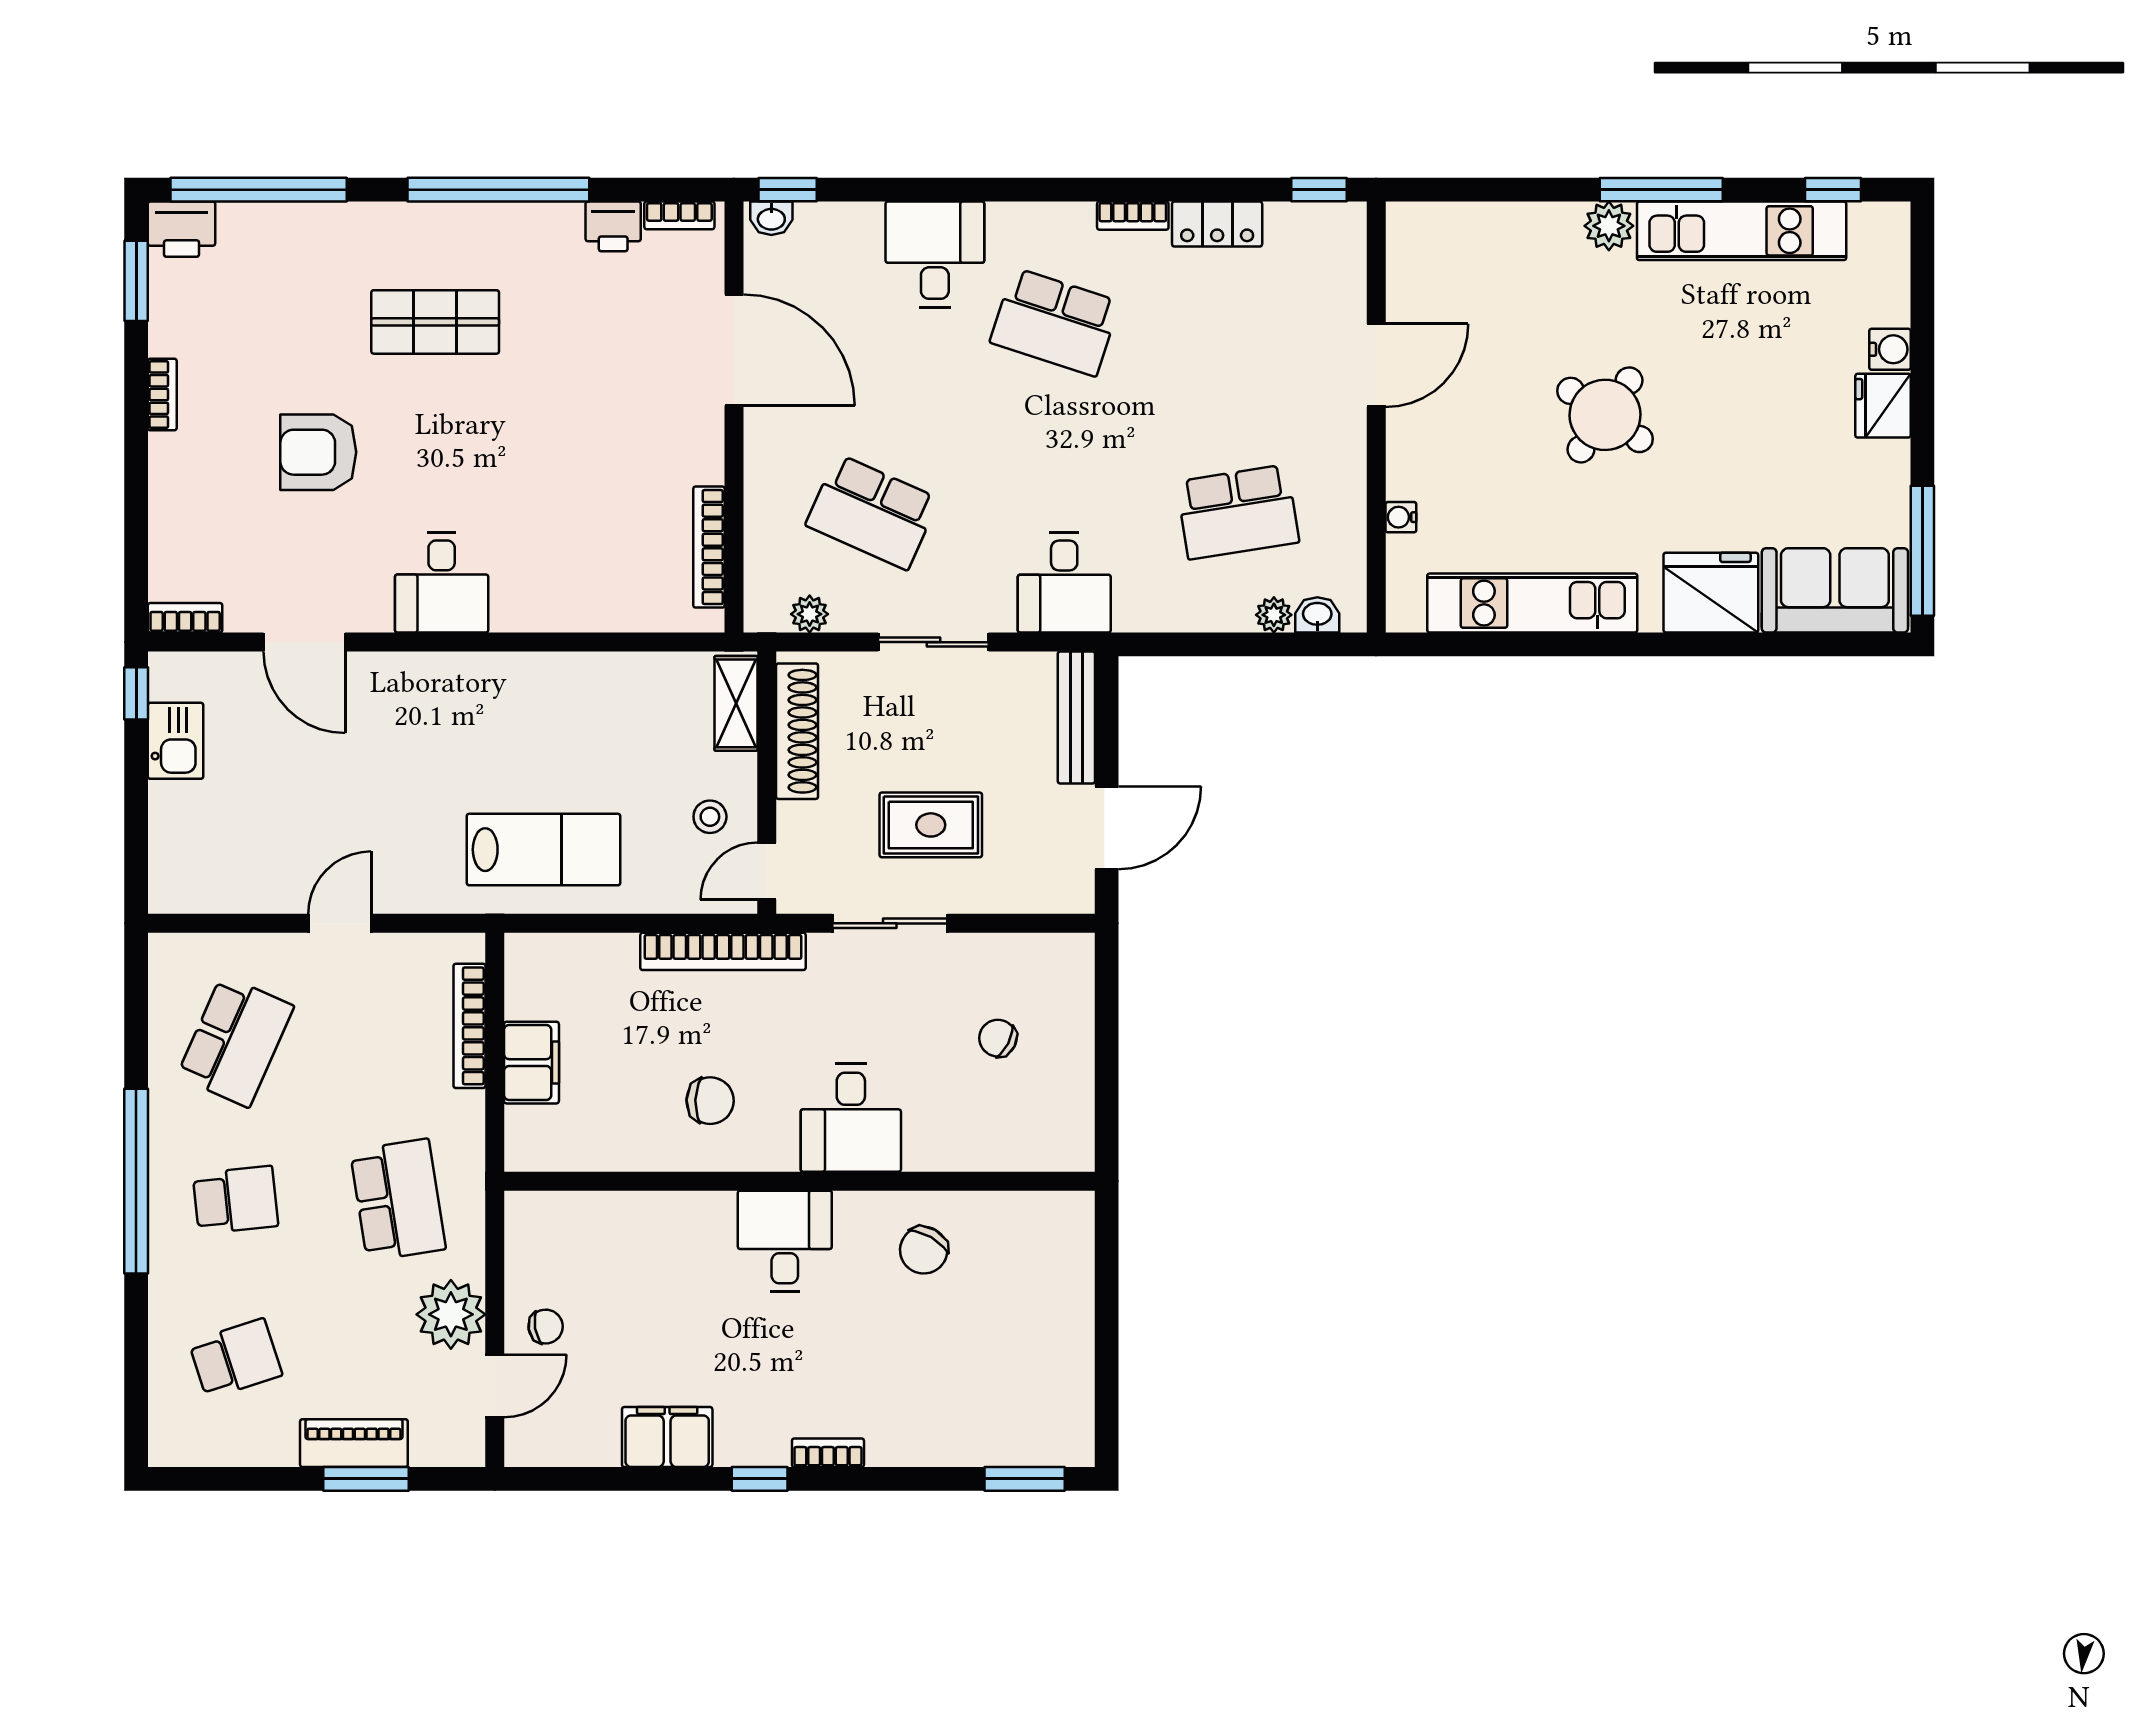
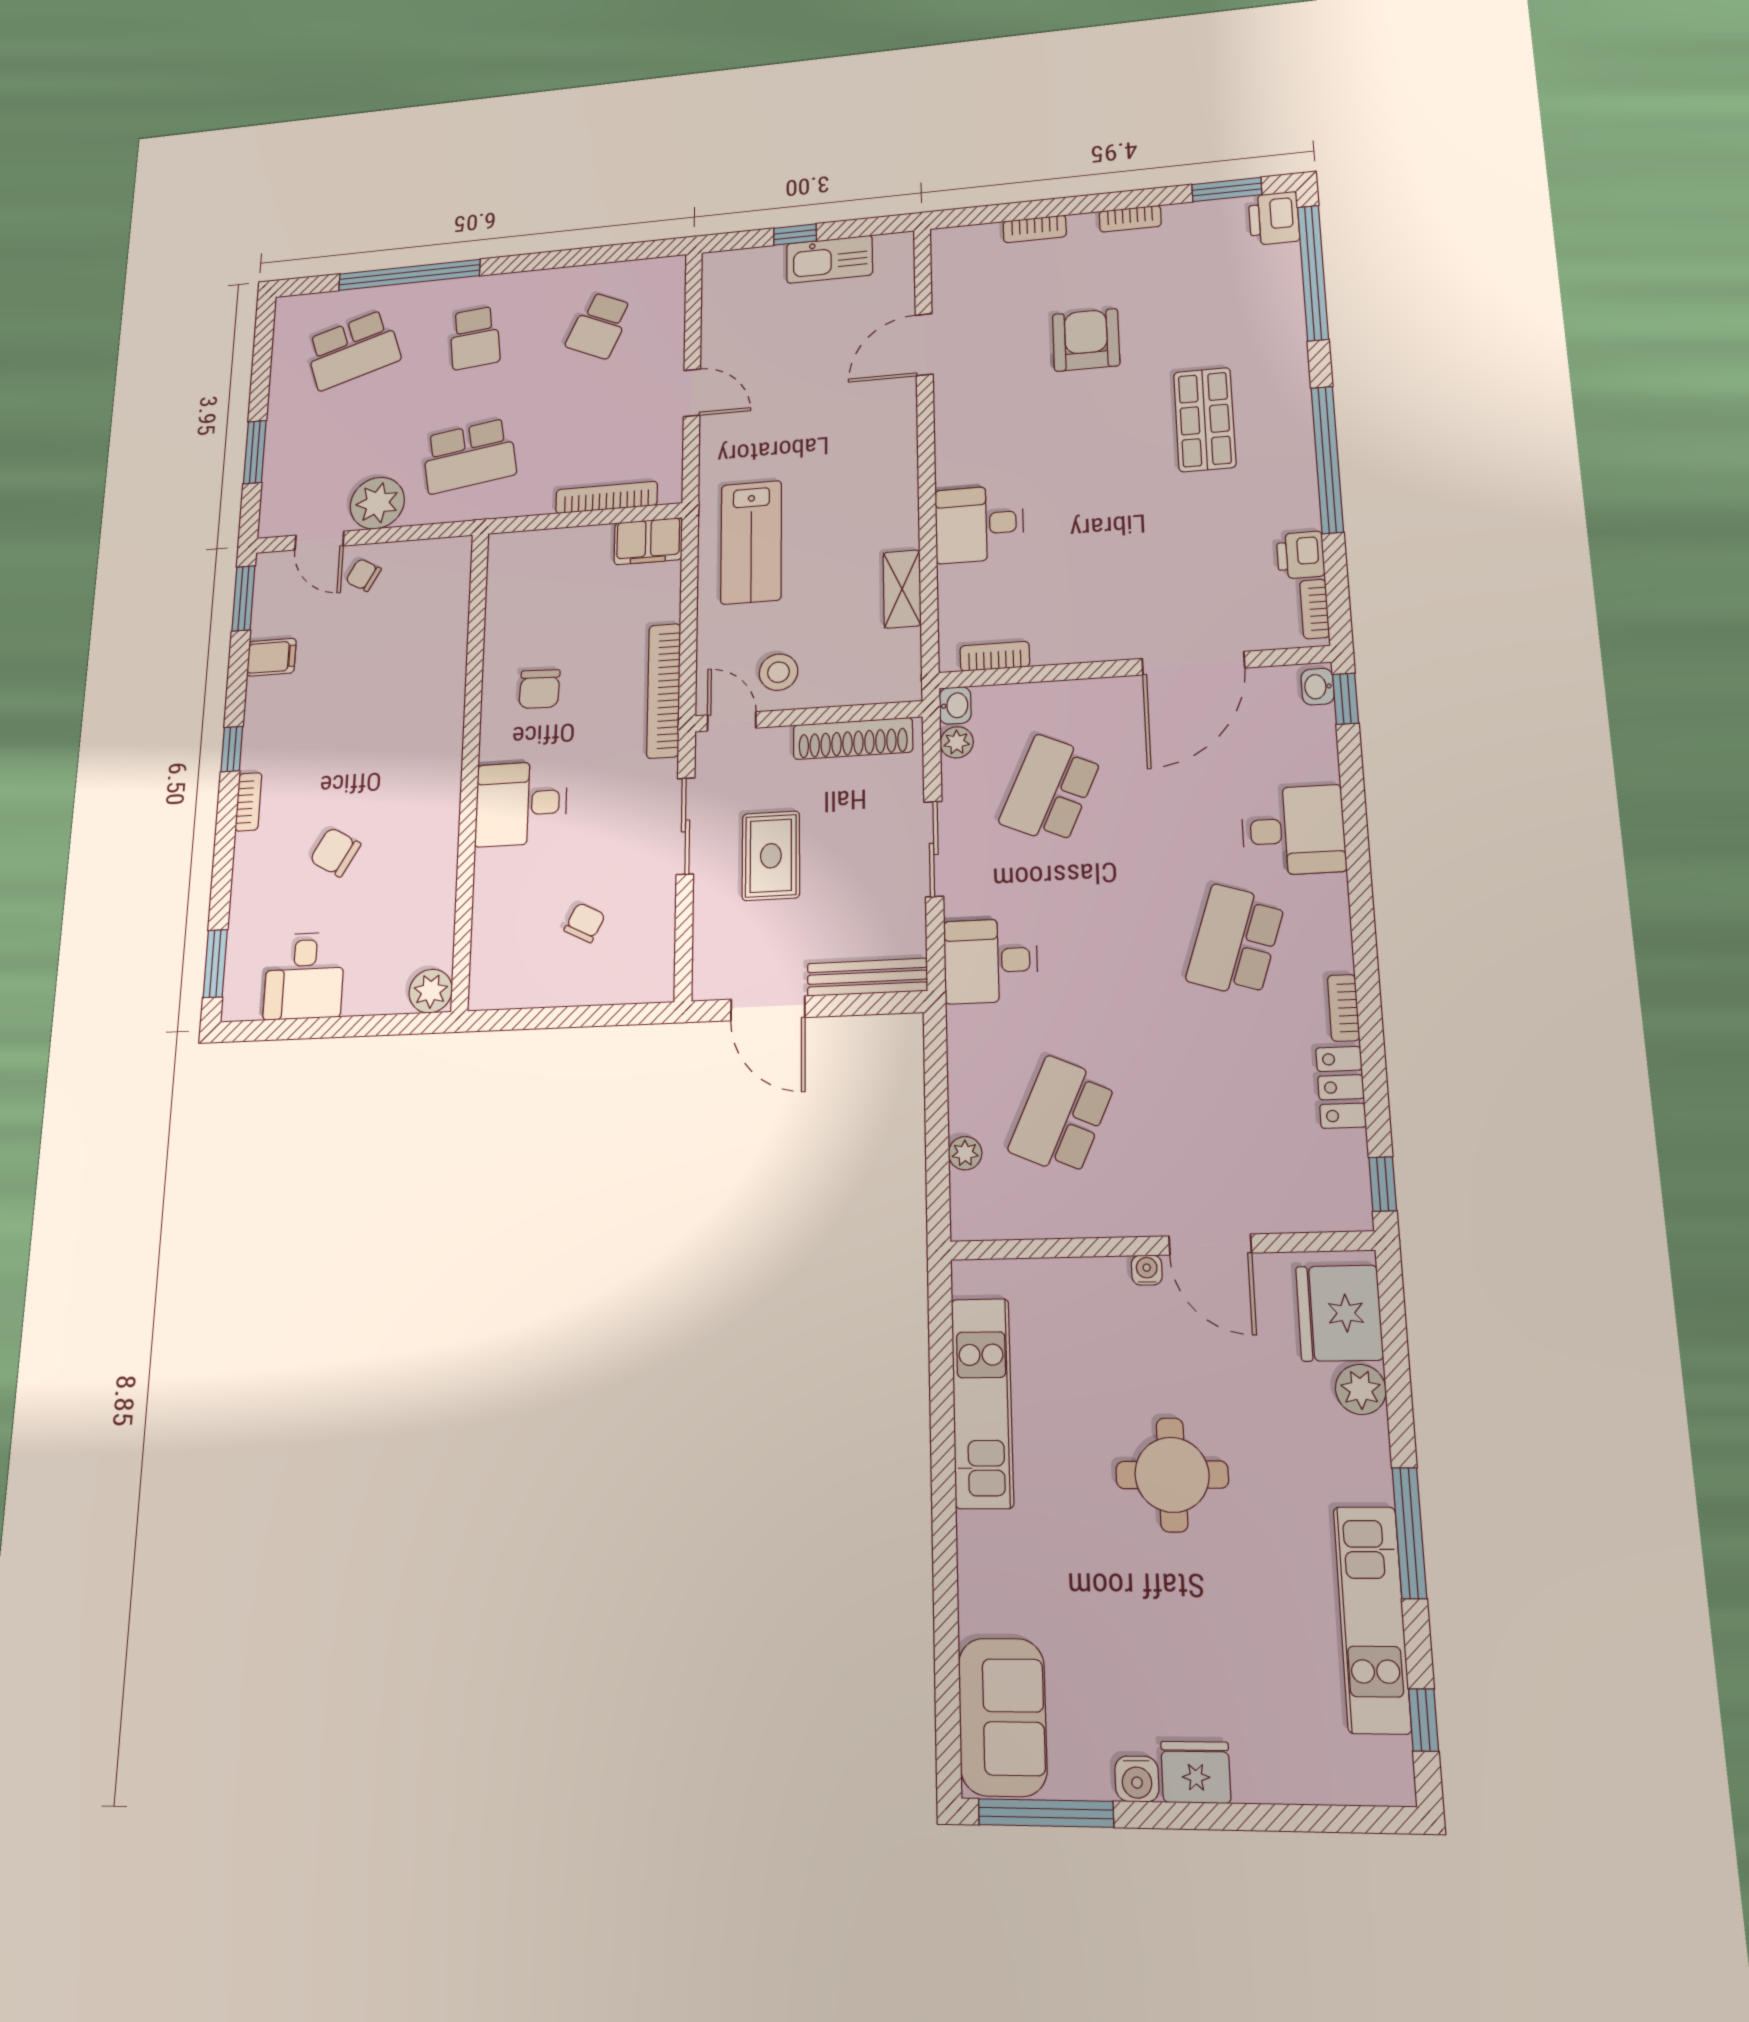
plant: (1609, 226) -> (1361, 1389), moved
water cooler: (1890, 349) -> (1137, 1779), moved
round table: (1605, 415) -> (1172, 1475), turned -35
school desk: (1238, 512) -> (1062, 1116), turned 33
water cooler: (1401, 517) -> (1147, 1270), moved
bookcase: (709, 547) -> (995, 656), width x0.64
desk: (442, 582) -> (979, 524), moved
fridge: (1711, 593) -> (1339, 1313), moved, turned 180
washbasin: (1317, 615) -> (955, 705), moved
bookcase: (185, 618) -> (1035, 229), moved, turned 90
window: (136, 693) -> (795, 235), moved
shelving: (736, 703) -> (902, 589), moved, turned 90
kitchen sink: (176, 741) -> (829, 259), width x1.38
stool: (710, 817) -> (778, 672), width x1.37, depth x1.37
school desk: (235, 1041) -> (599, 326), width x0.54
filing cabinet: (531, 1063) -> (648, 541), moved
window: (136, 1181) -> (409, 275), moved
plant: (1069, 1216) -> (431, 991), added
desk: (785, 1241) -> (304, 976), moved, turned 90
chair: (924, 1250) -> (335, 852), moved
chair: (546, 1327) -> (363, 575), turned 129
school desk: (235, 1359) -> (353, 350), width x1.85
filing cabinet: (667, 1437) -> (271, 657), width x0.50
piano: (354, 1443) -> (283, 441), removed
window: (564, 1479) -> (243, 598), added

